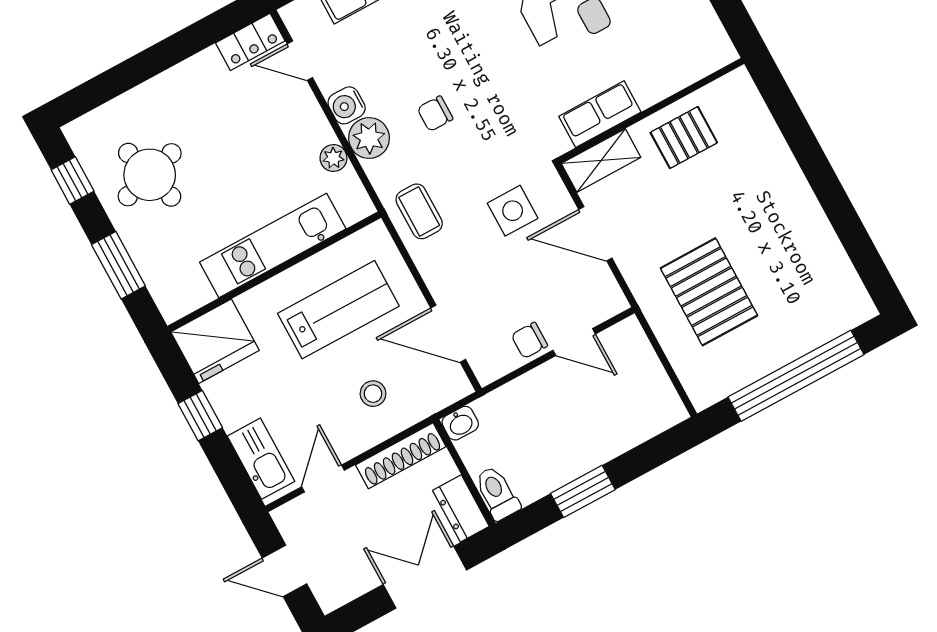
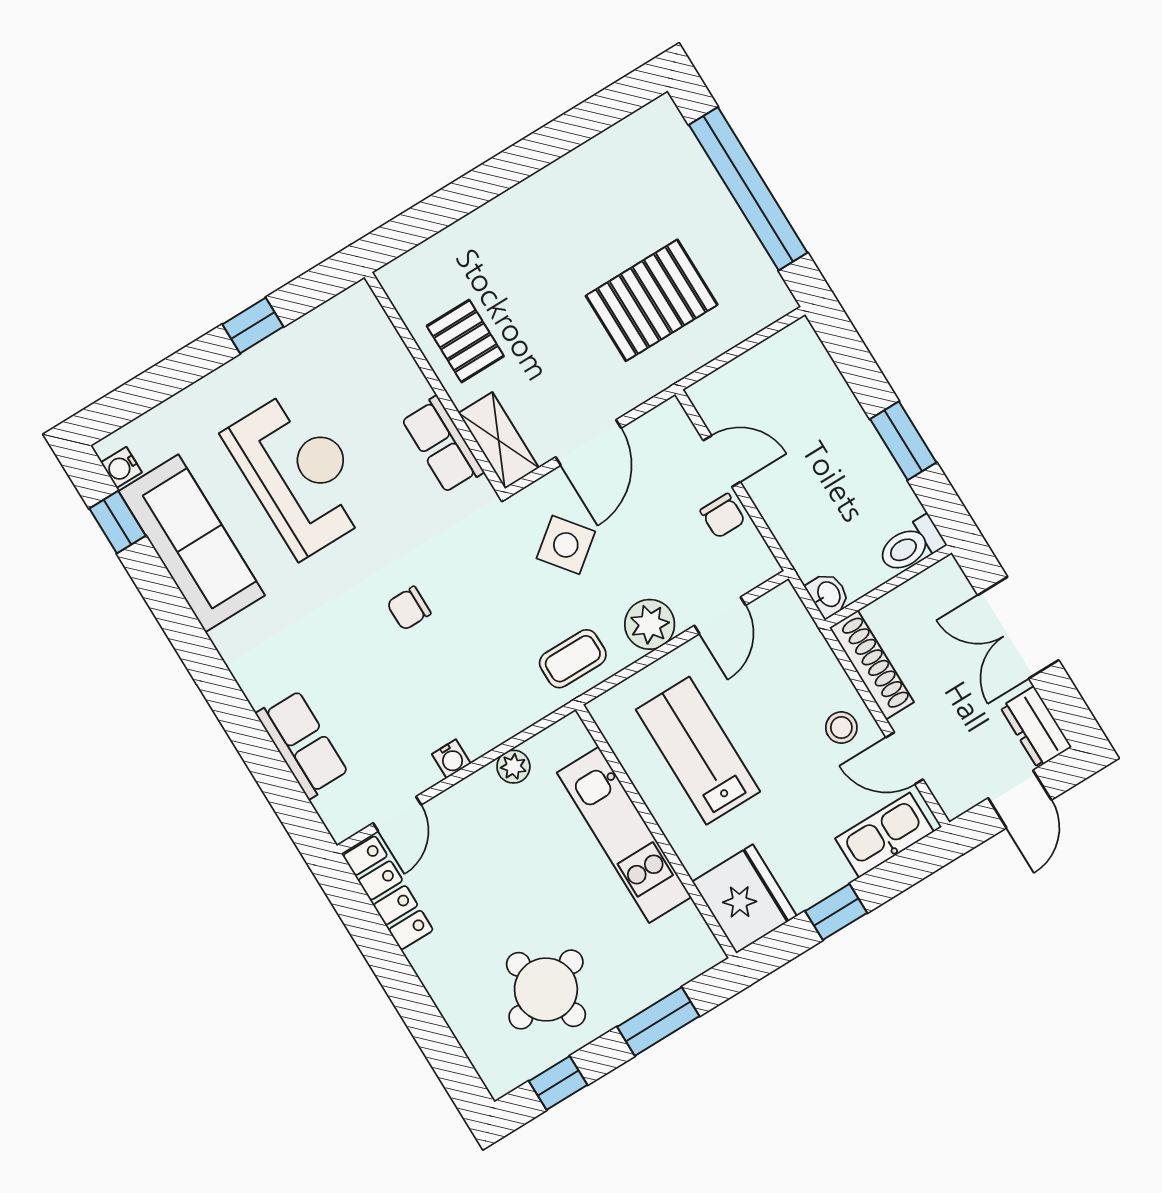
locker: (250, 42) -> (388, 893), width x1.53
water cooler: (347, 105) -> (451, 759), width x0.72, depth x0.72
chair: (435, 114) -> (409, 608), moved, turned 90
plant: (369, 138) -> (650, 624), moved
side table: (513, 211) -> (566, 545), turned -38
door: (448, 334) -> (720, 615), width x0.73
door: (574, 342) -> (722, 461), hinge flipped
stool: (373, 394) -> (841, 728), moved
dresser: (461, 508) -> (1036, 727), moved, turned 90

